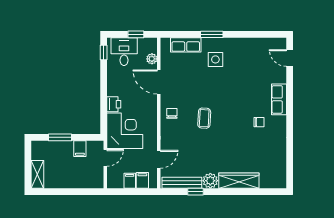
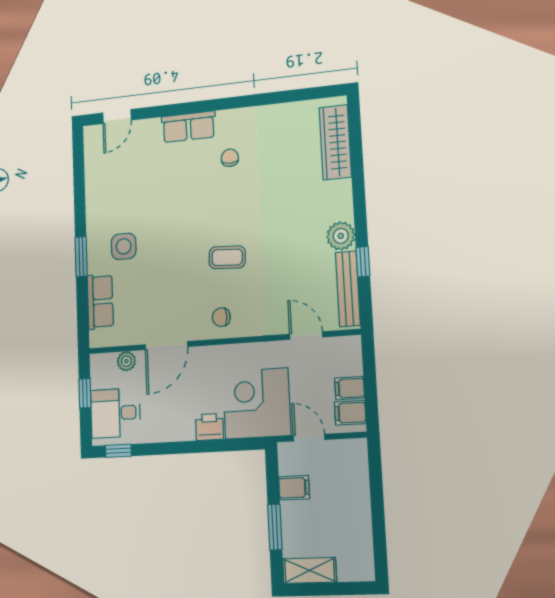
shelving: (37, 174) -> (310, 570), moved
filing cabinet: (142, 180) -> (350, 413), moved
wardrobe: (239, 181) -> (335, 142), moved

